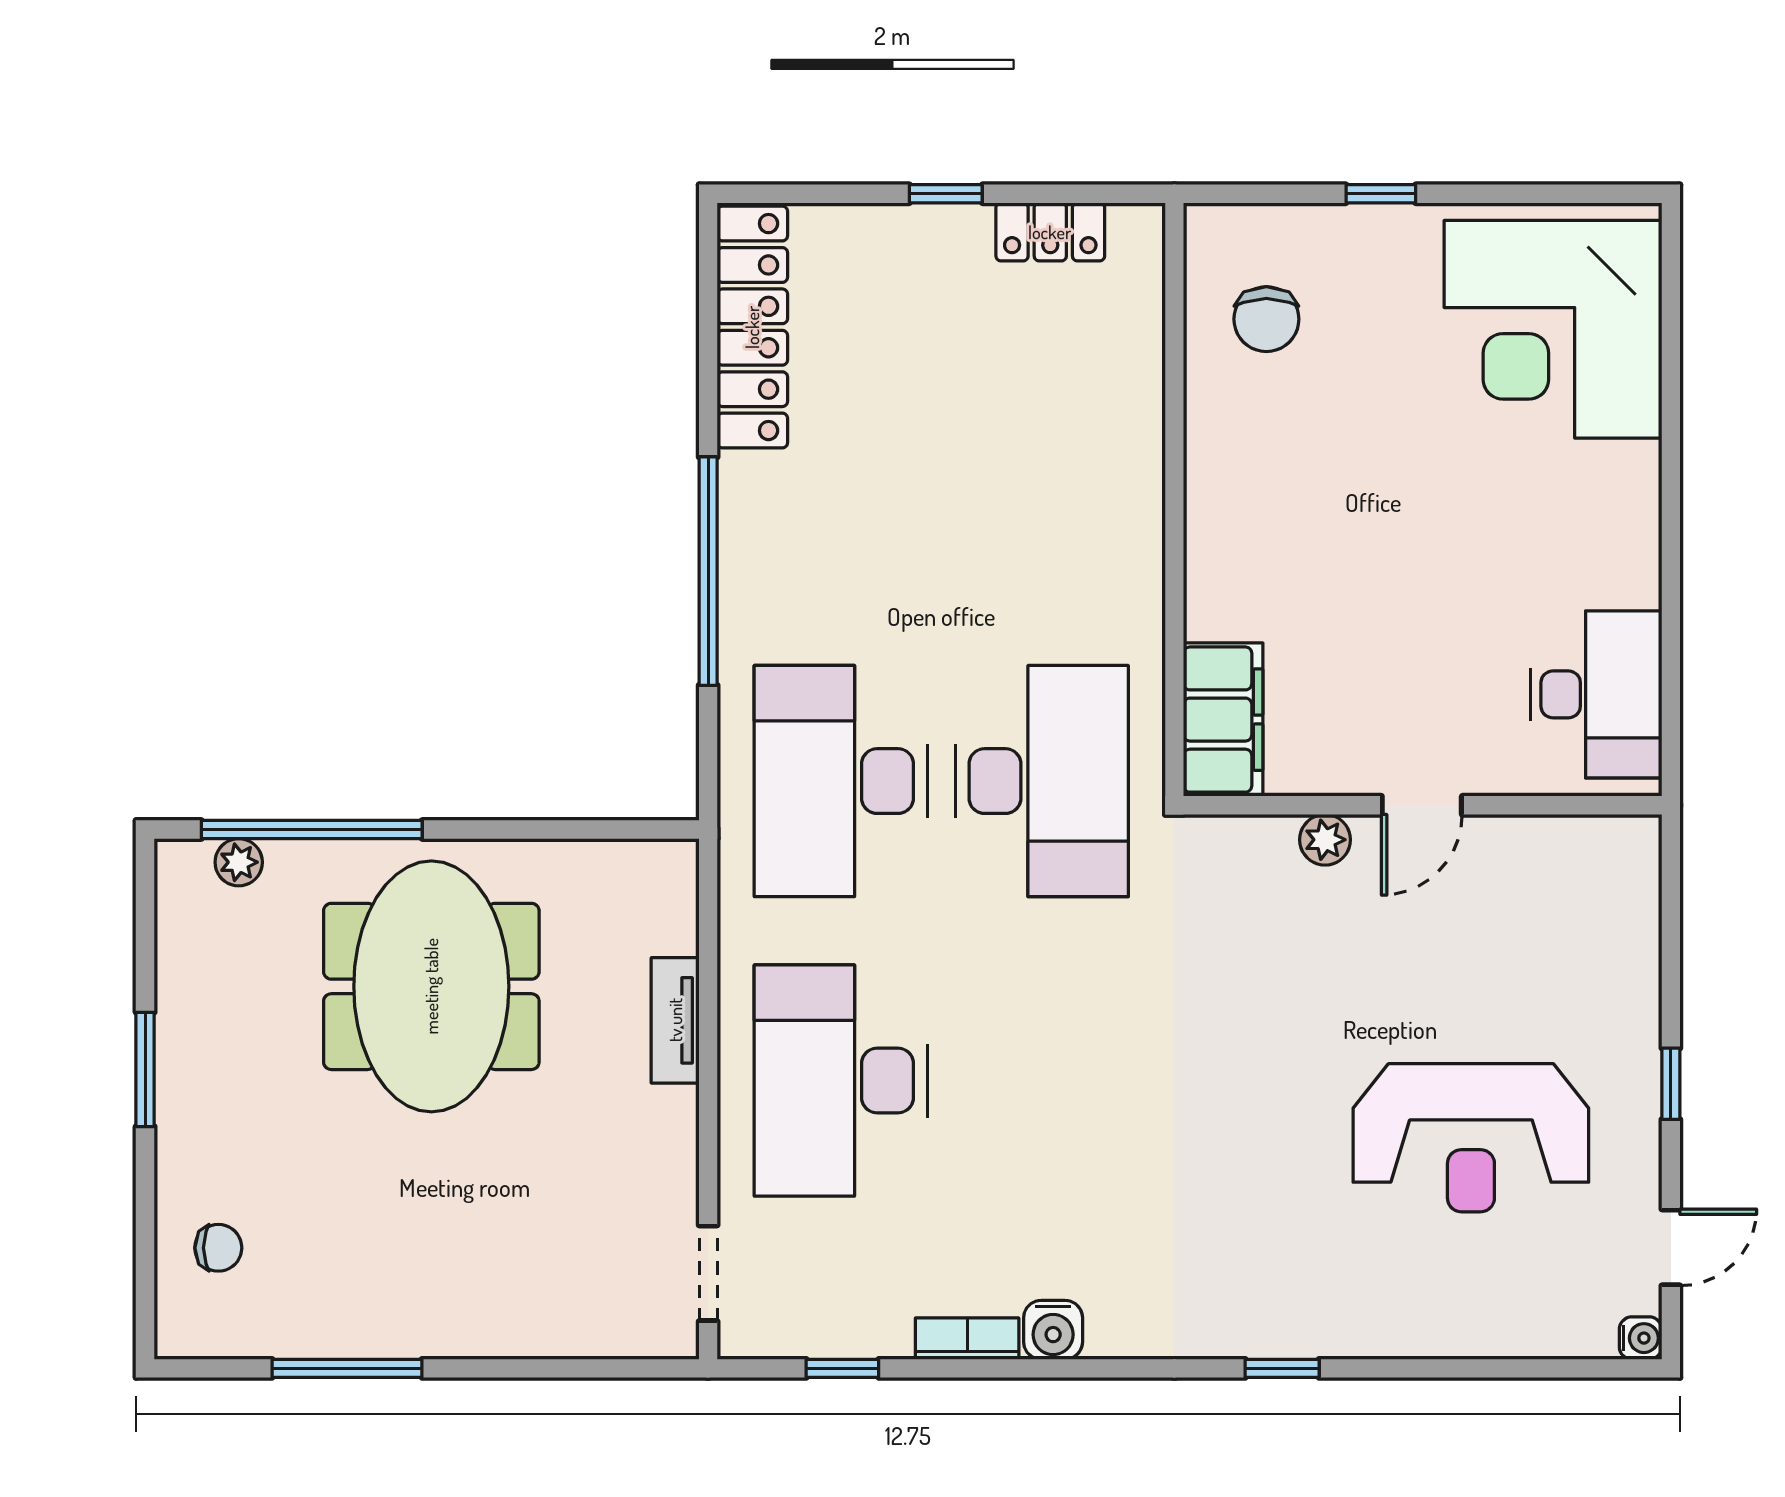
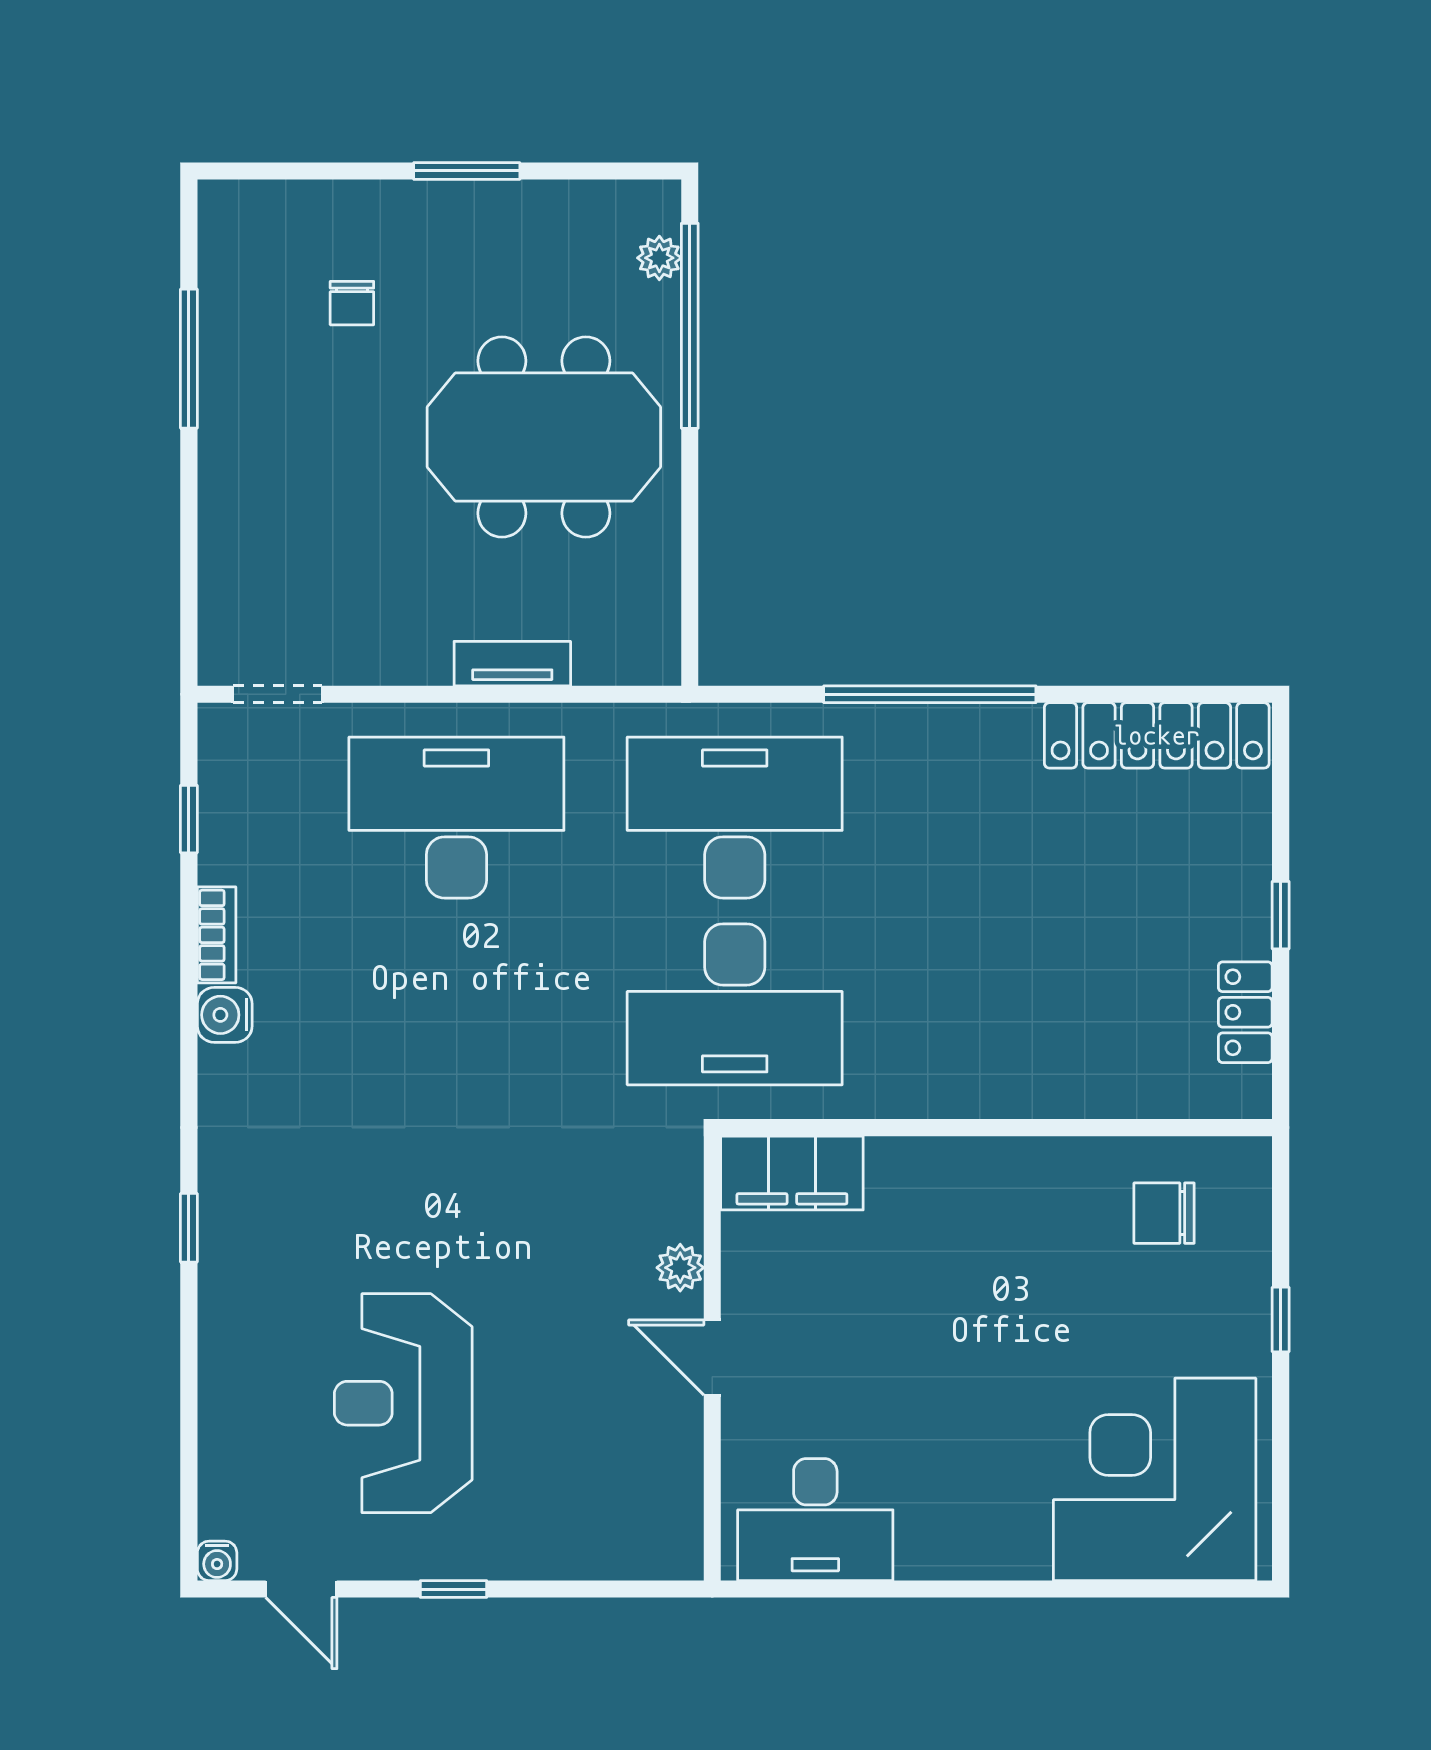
chair: (218, 1248) -> (352, 303), moved

